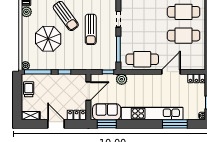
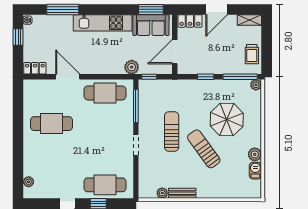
cafe table: (184, 12) -> (52, 154), removed
door: (171, 72) -> (68, 77), swing flipped
kitchen unit: (152, 113) -> (103, 23), width x0.73
door: (56, 124) -> (217, 9), hinge flipped

